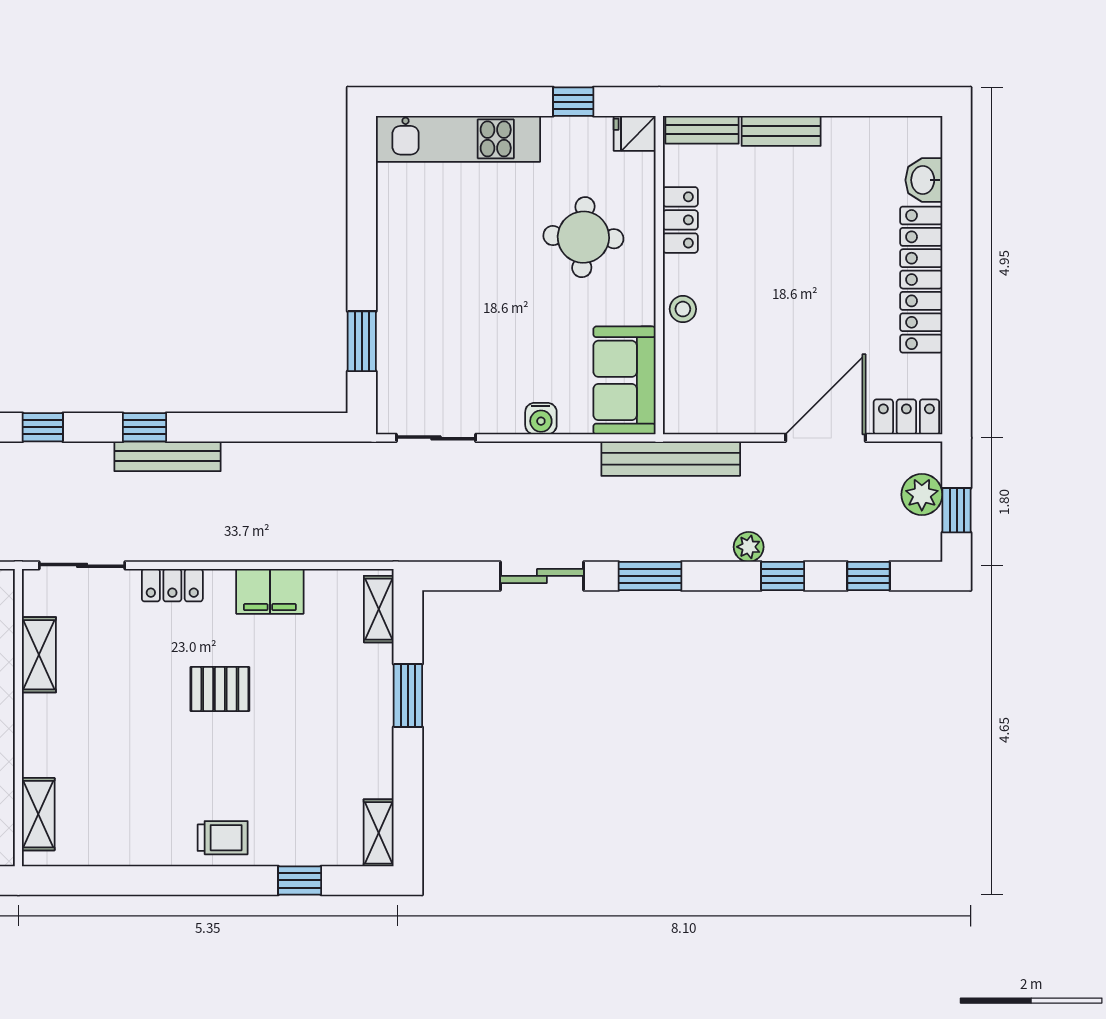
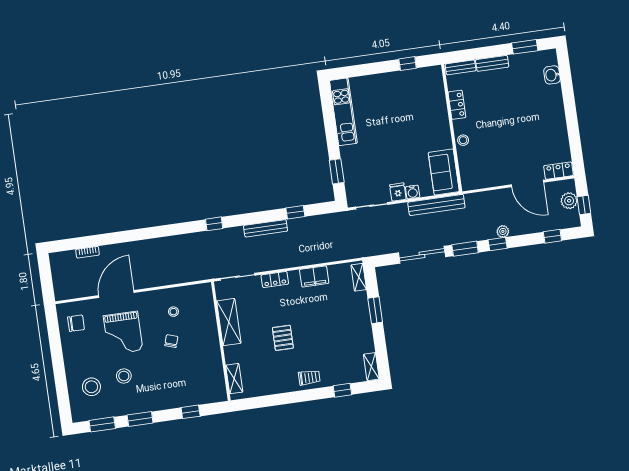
window: (867, 102) -> (525, 47), added
fridge: (635, 133) -> (398, 192), moved, turned 90
kitchen unit: (458, 139) -> (343, 112), moved, turned -90
round table: (583, 237) -> (419, 117), removed
locker: (921, 280) -> (557, 115), removed
window: (144, 427) -> (295, 212), moved
door: (825, 438) -> (527, 184), swing flipped
bench: (671, 459) -> (436, 205), moved
sliding door: (542, 576) -> (422, 255), width x1.37
window: (783, 576) -> (498, 244), moved
shelving: (39, 655) -> (229, 322), width x1.50, depth x1.33
pallet: (220, 689) -> (283, 338), moved, turned 90

